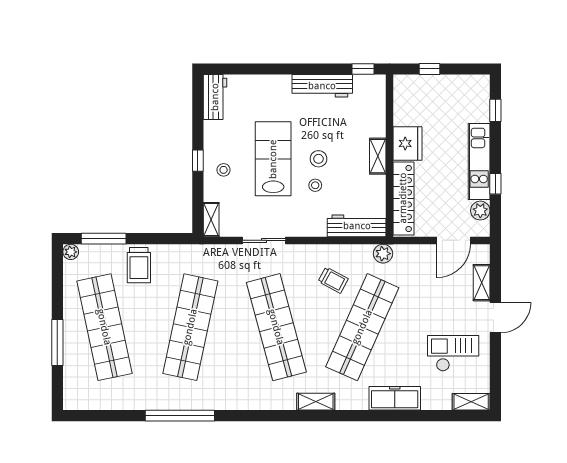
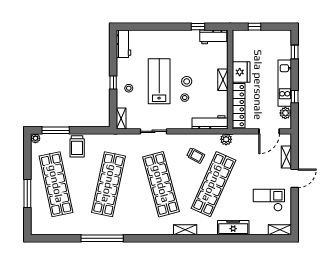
window: (363, 69) -> (198, 27), moved
workbench: (322, 86) -> (213, 37), moved, width x0.73

